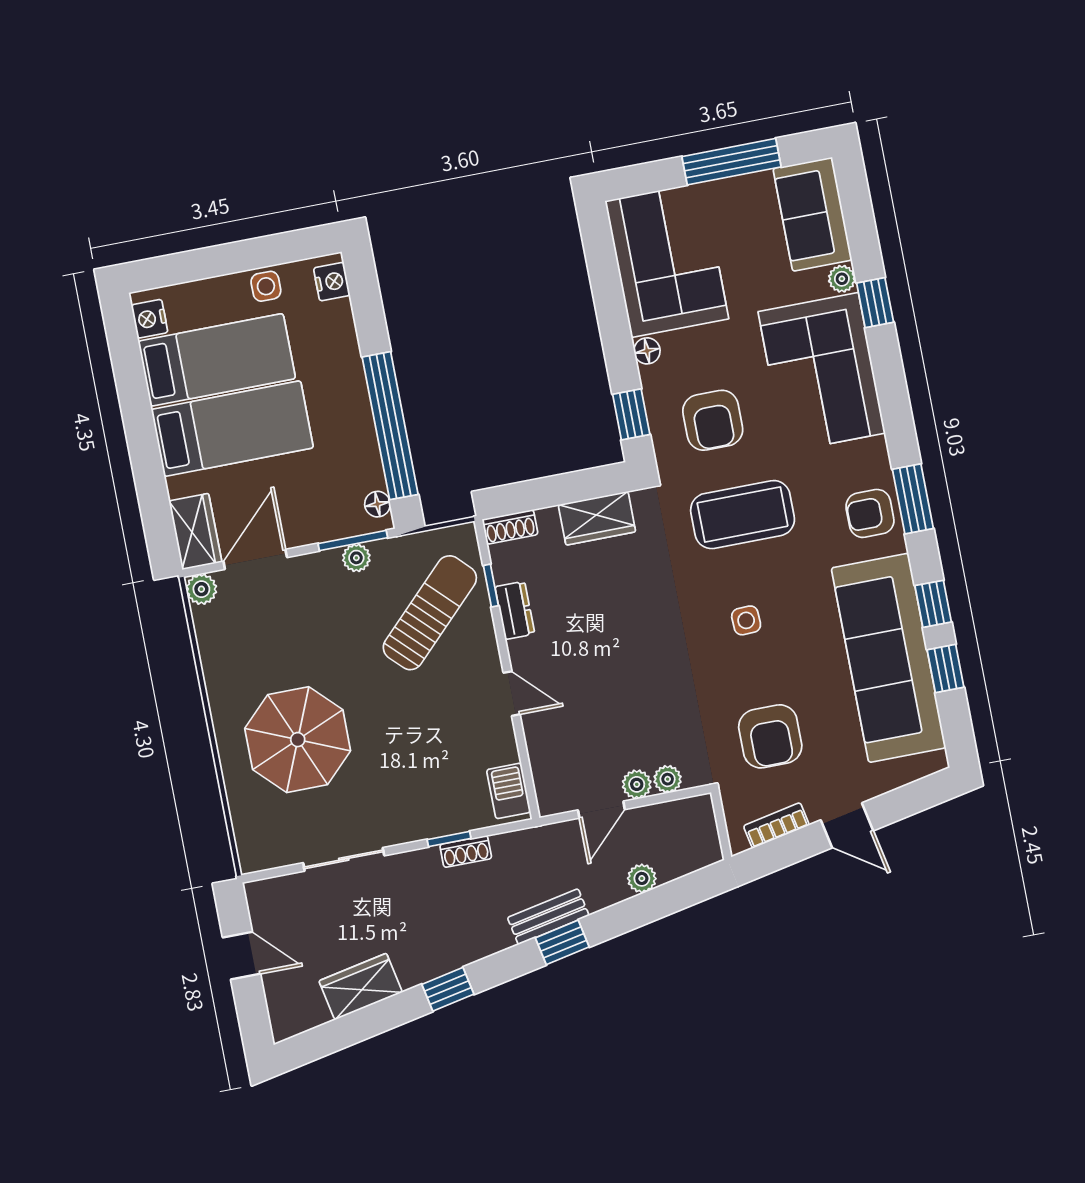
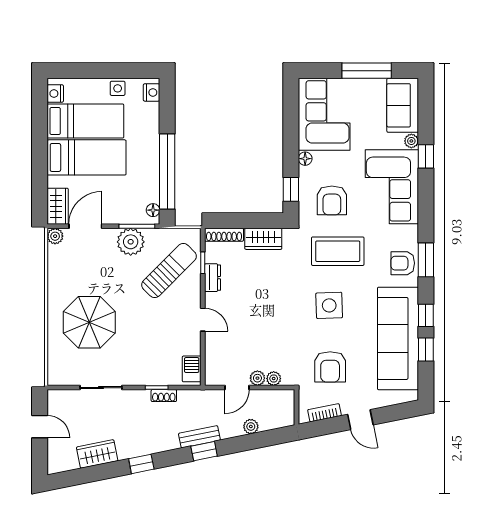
shoe rack: (510, 527) -> (224, 235), width x1.43
plant: (356, 558) -> (131, 242), width x1.88, depth x1.88
side table: (746, 620) -> (329, 305), width x1.87, depth x1.87

